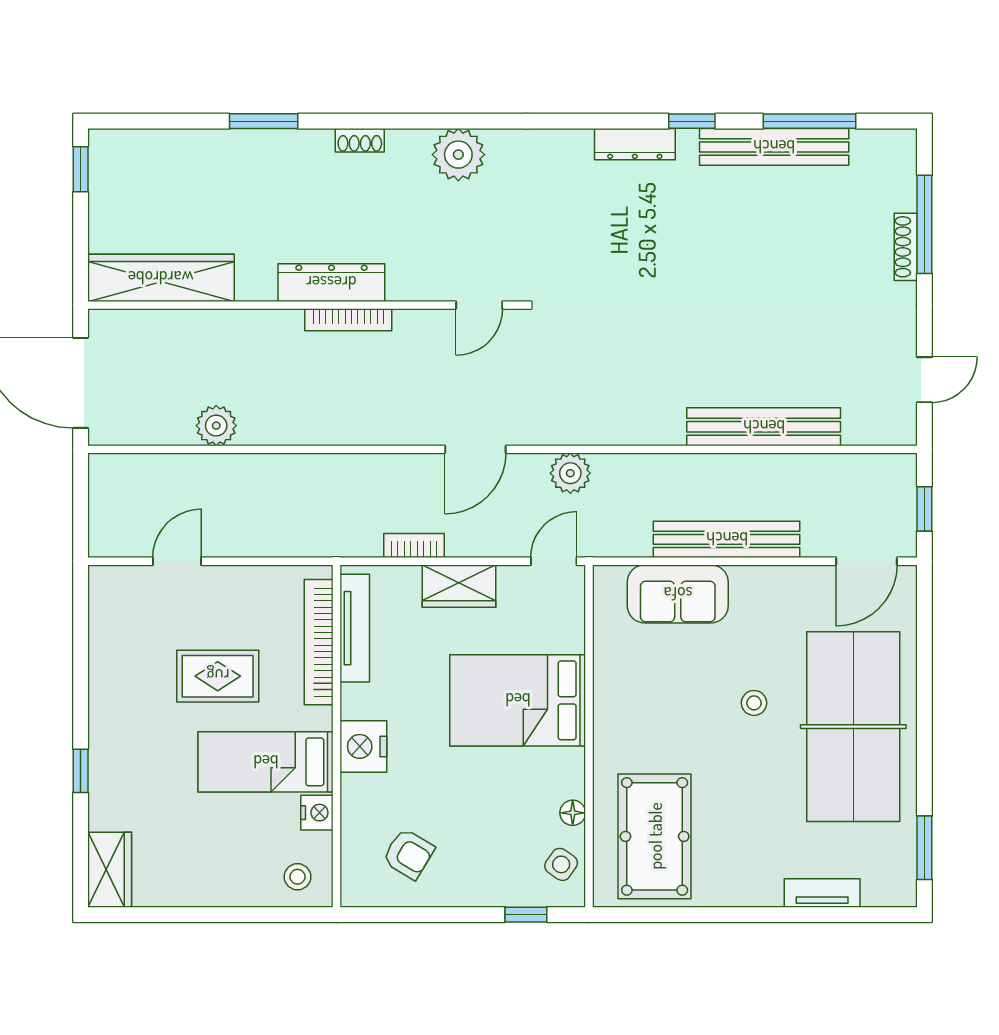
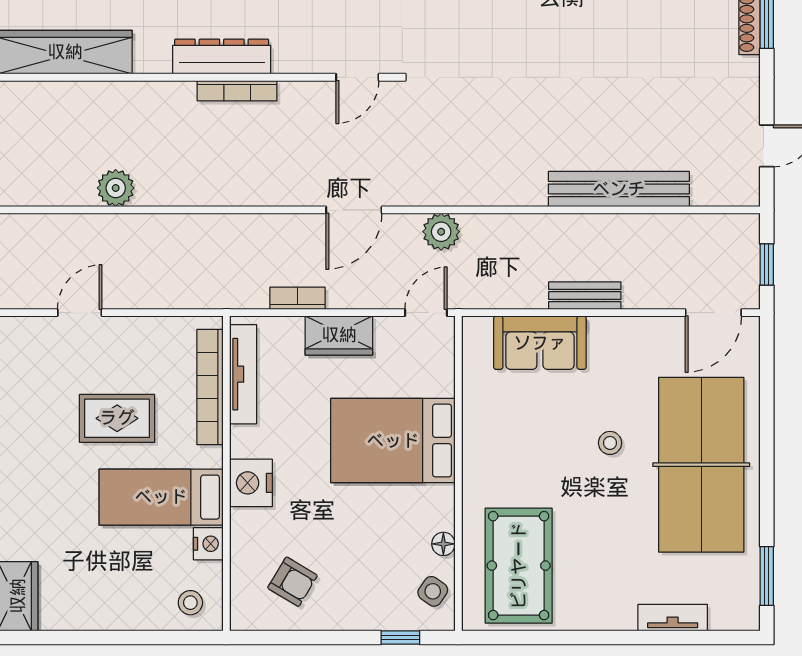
bench: (727, 539) -> (585, 296), width x0.54, depth x0.82

